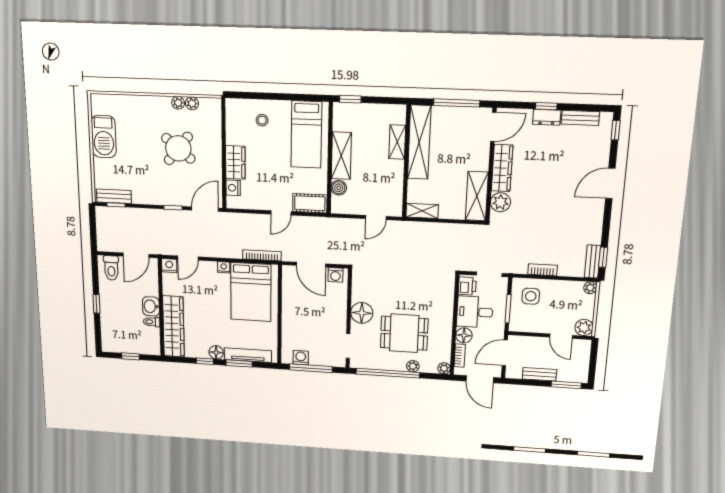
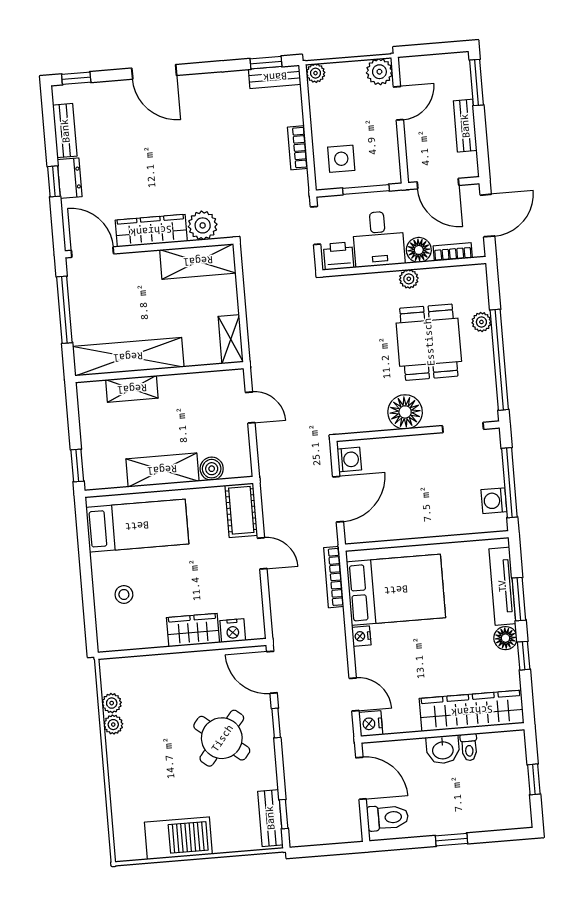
round table: (178, 148) -> (222, 738), moved
plant: (444, 368) -> (409, 279), moved

